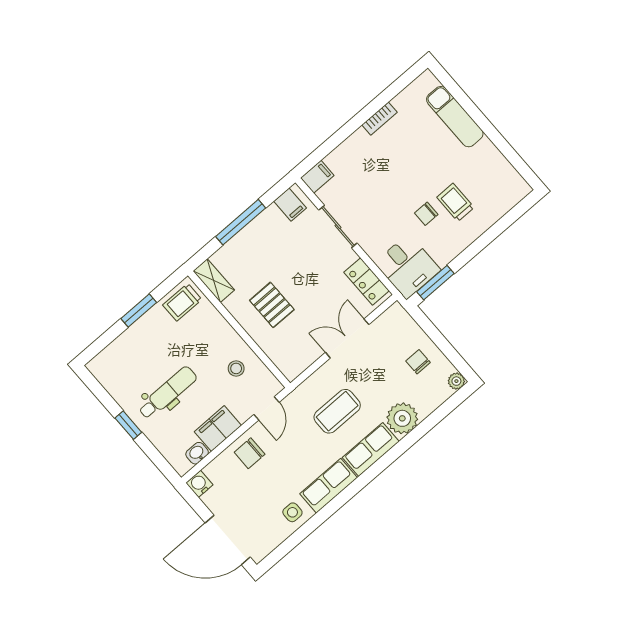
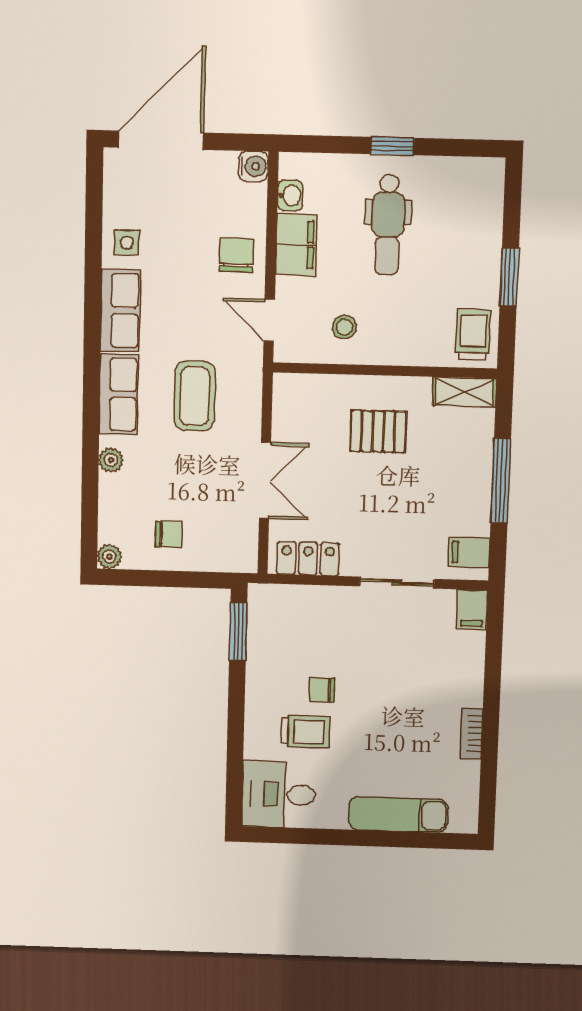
chair: (426, 214) -> (322, 690), turned -90
desk: (408, 266) -> (279, 794), moved
plant: (402, 418) -> (111, 460), width x0.53, depth x0.53

